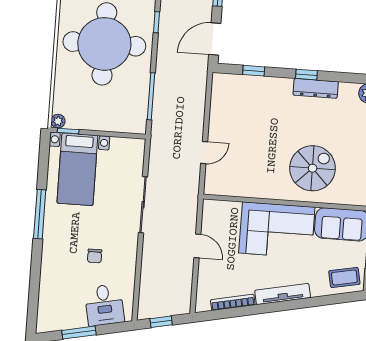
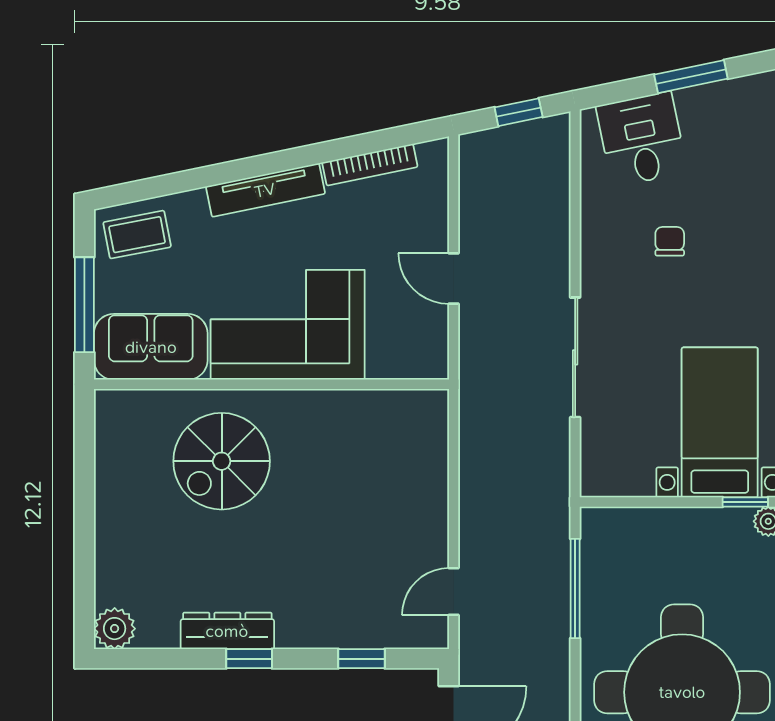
door: (204, 153) -> (454, 592), moved

